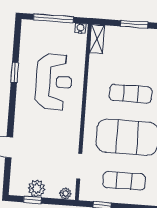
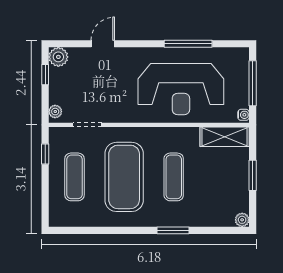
shelving: (97, 39) -> (225, 137), width x1.50, depth x1.33
window: (15, 72) -> (188, 44), width x2.17
reception desk: (54, 82) -> (181, 89), width x1.36, depth x1.30
plant: (37, 189) -> (58, 57), moved

